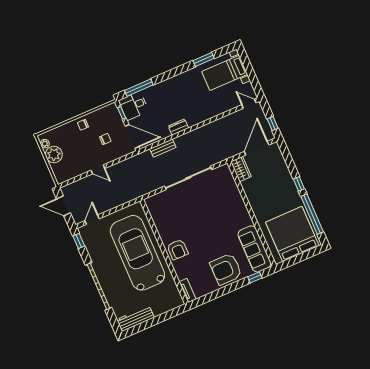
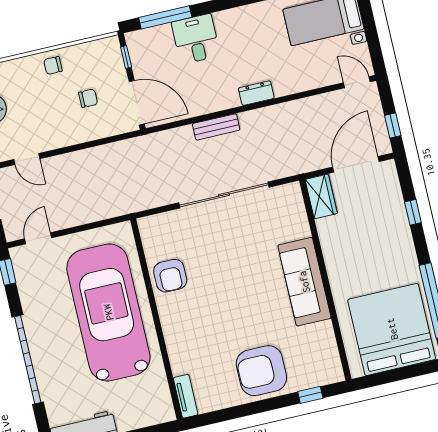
desk: (134, 106) -> (196, 39), moved, turned 90
dresser: (178, 127) -> (256, 93), moved
bench: (163, 148) -> (216, 127), moved
door: (98, 169) -> (27, 159), moved
window: (299, 184) -> (413, 212), moved
armchair: (178, 249) -> (170, 276), moved
sofa: (254, 249) -> (304, 282), moved

